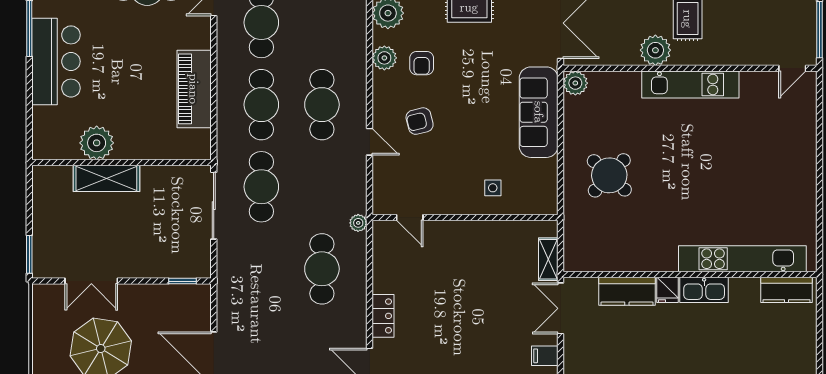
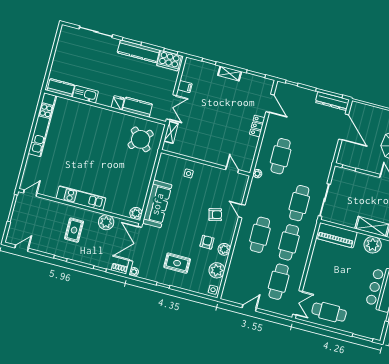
plant: (655, 50) -> (106, 222), moved
piano: (194, 89) -> (336, 235), moved, turned 90
round table: (609, 175) -> (141, 139), moved
kitchen unit: (742, 259) -> (42, 125), moved, turned -90
kitchen sink: (704, 290) -> (85, 94), moved

